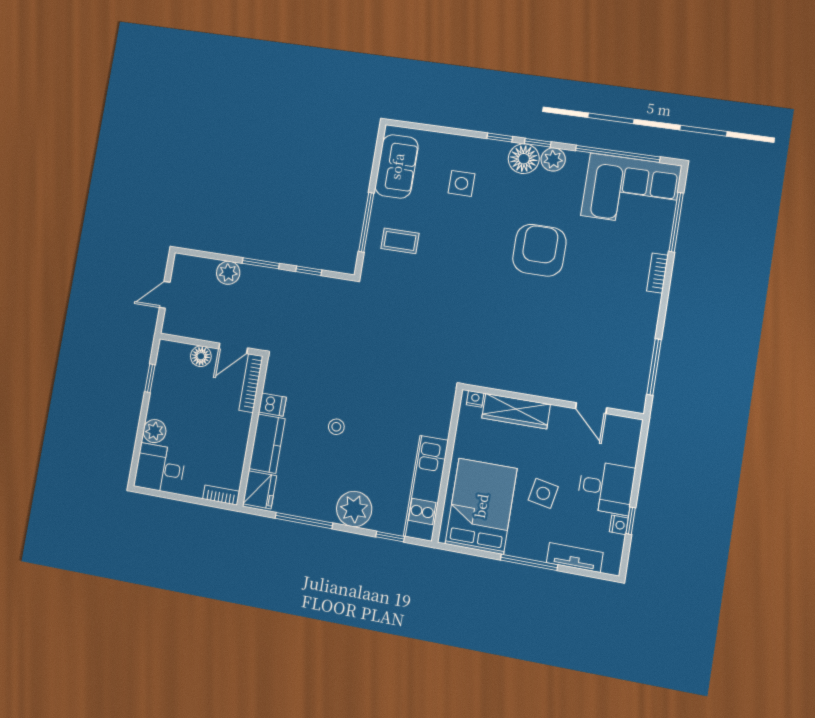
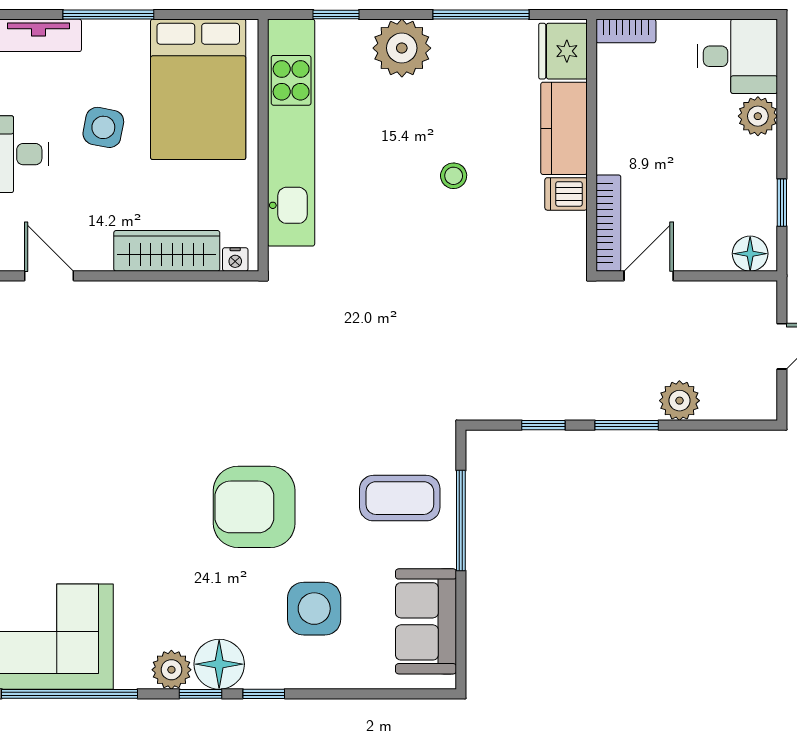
side table: (461, 183) -> (314, 609), width x1.37, depth x1.37
coffee table: (400, 241) -> (400, 498), width x1.36, depth x1.30
armchair: (539, 250) -> (254, 507), moved, turned 90
floor lamp: (201, 356) -> (750, 254), moved
kitchen unit: (426, 488) -> (291, 133), width x1.36

